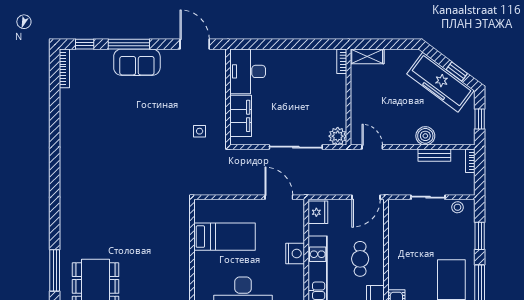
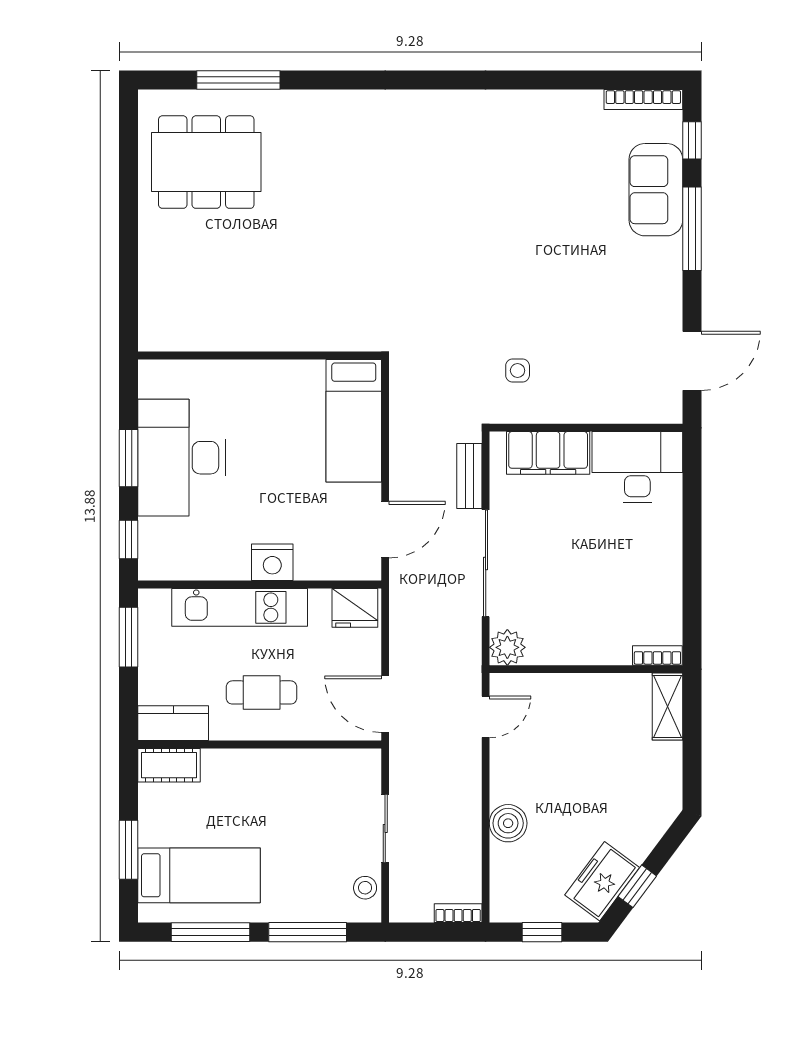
sofa: (137, 62) -> (656, 190), moved
freezer: (440, 82) -> (602, 881), width x0.52, depth x0.79
bench: (434, 155) -> (469, 476), moved
window: (480, 236) -> (308, 932), width x1.44
bed: (225, 237) -> (354, 421), moved

